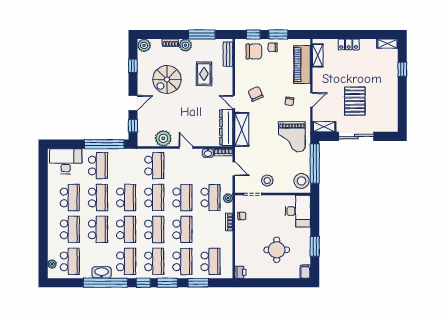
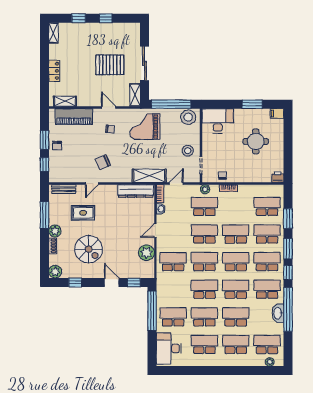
chair: (254, 51) -> (61, 164), removed
window: (402, 97) -> (106, 18), added
door: (234, 102) -> (92, 184), moved
shelving: (242, 129) -> (149, 176), moved
grand piano: (292, 137) -> (145, 127), turned 180

